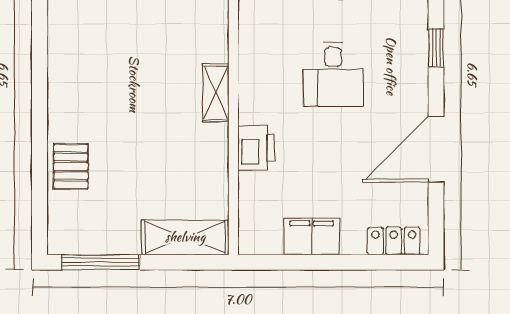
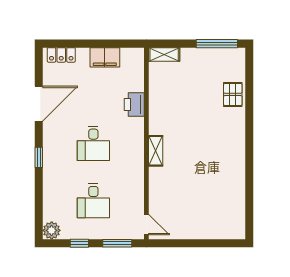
desk: (333, 74) -> (93, 143), turned 180
shelving: (216, 93) -> (156, 151), moved
shelving: (185, 237) -> (164, 54), width x0.67, depth x0.75

